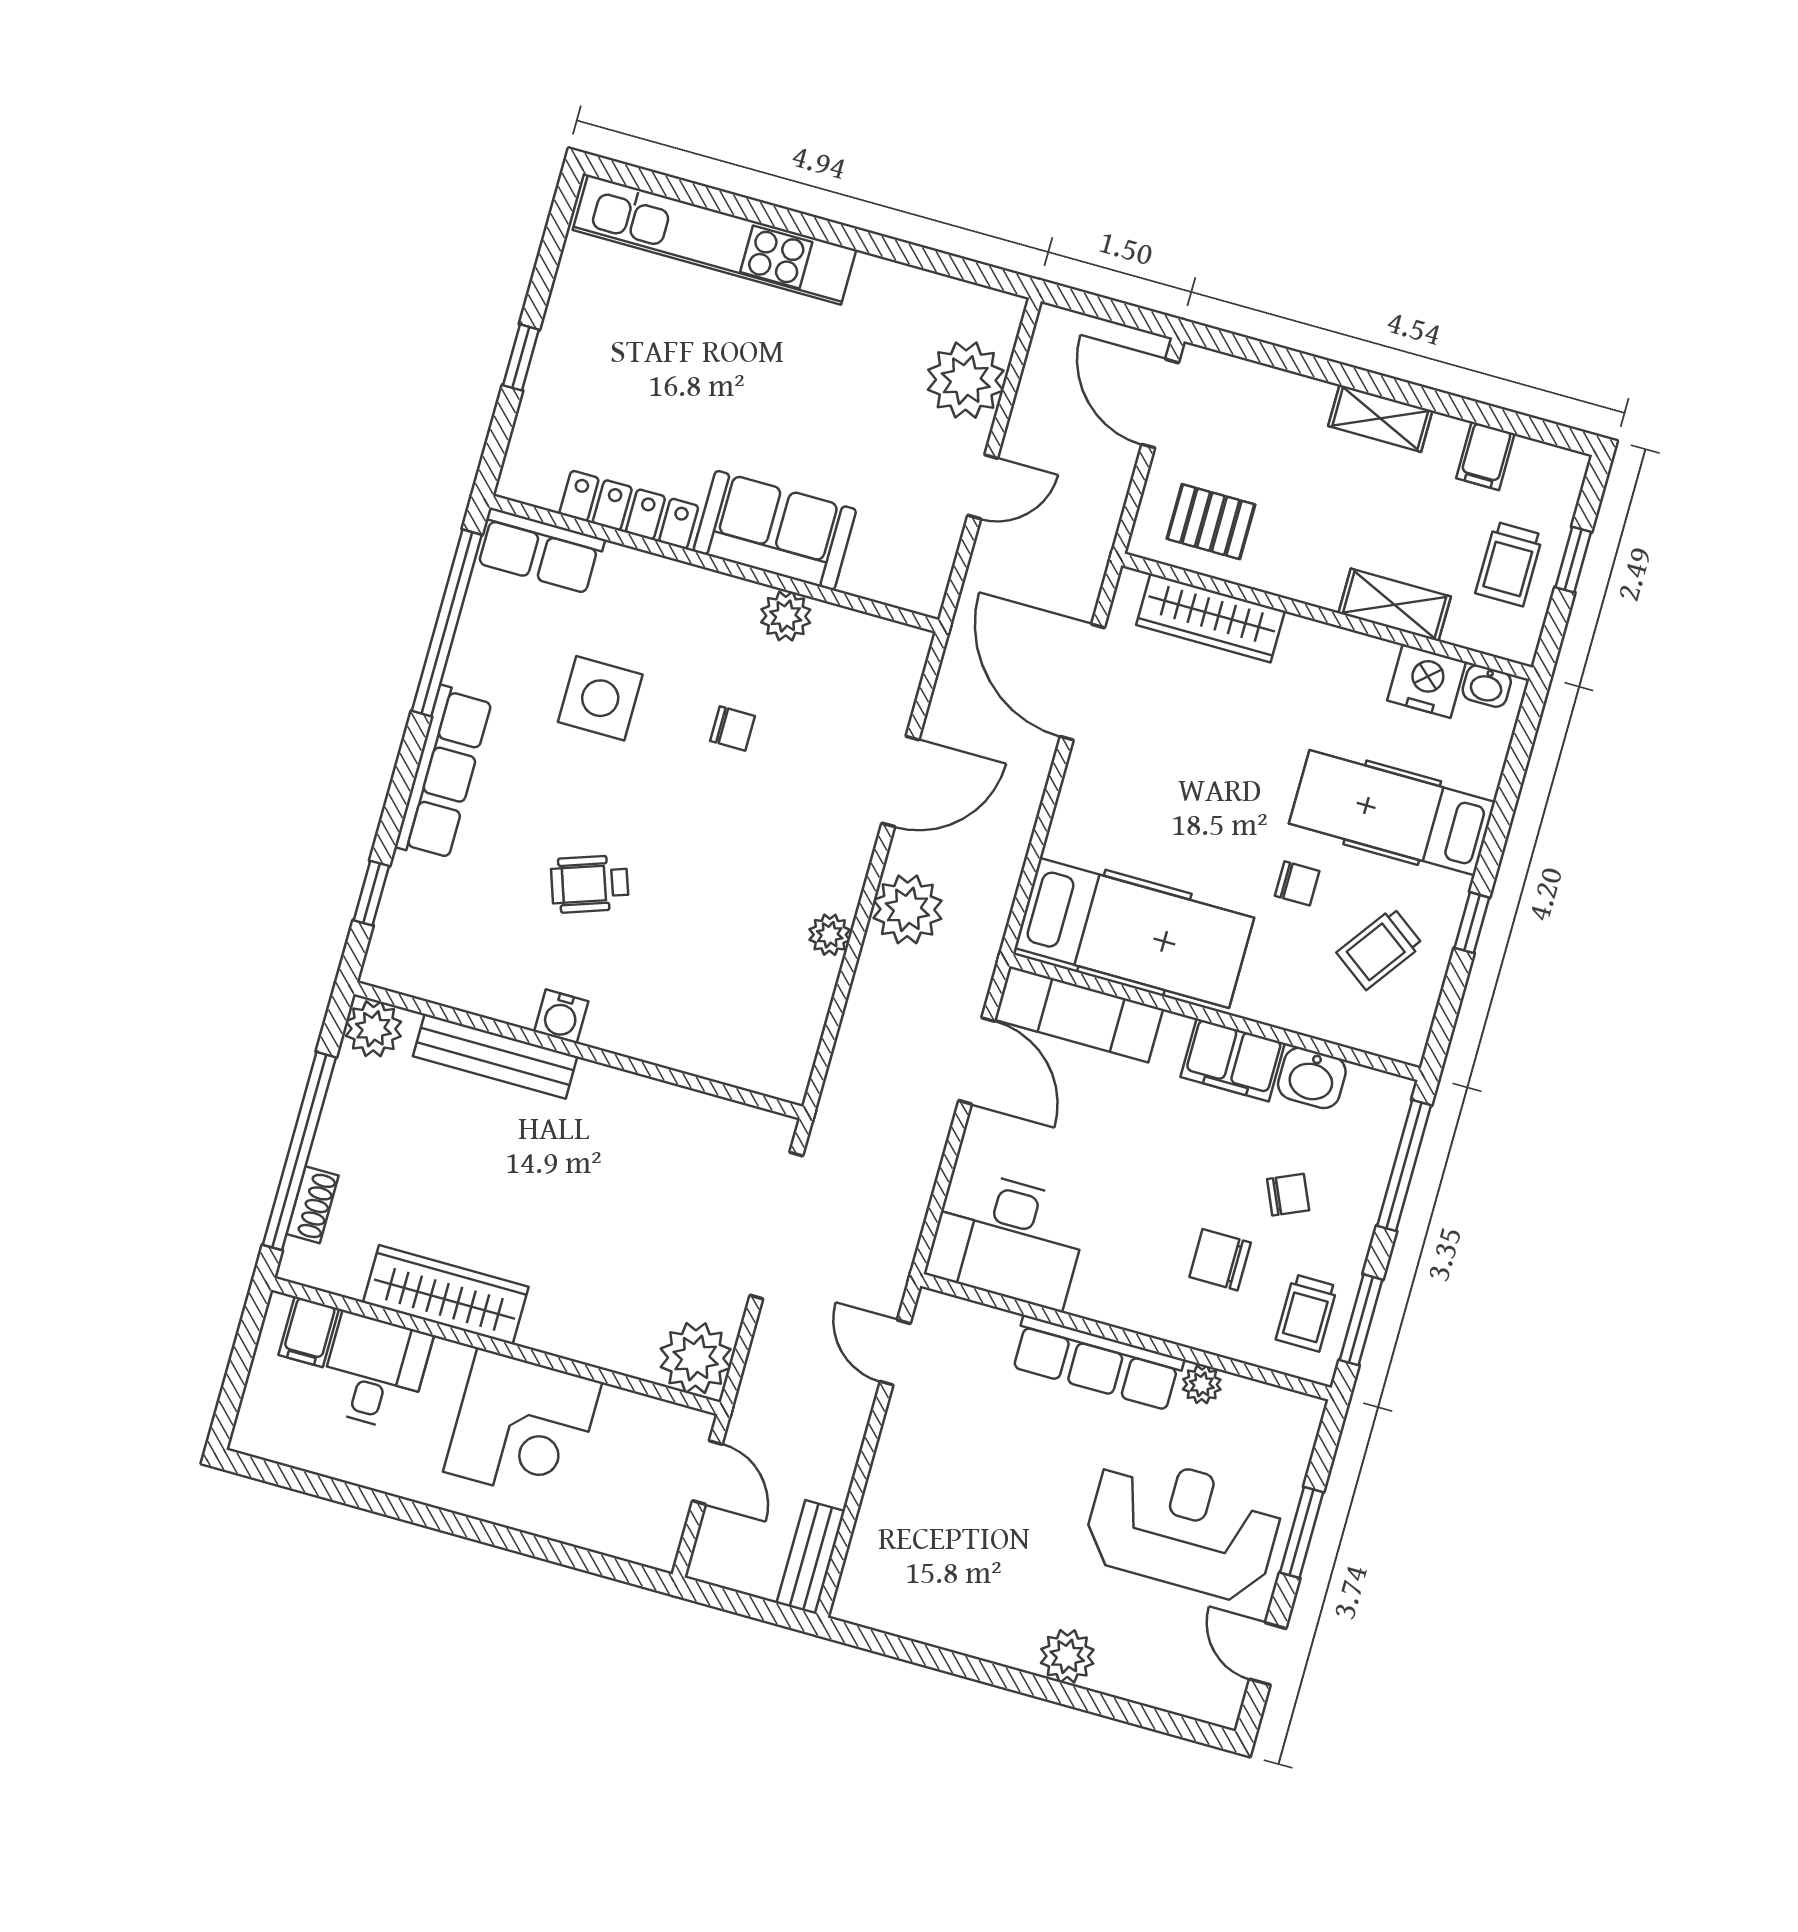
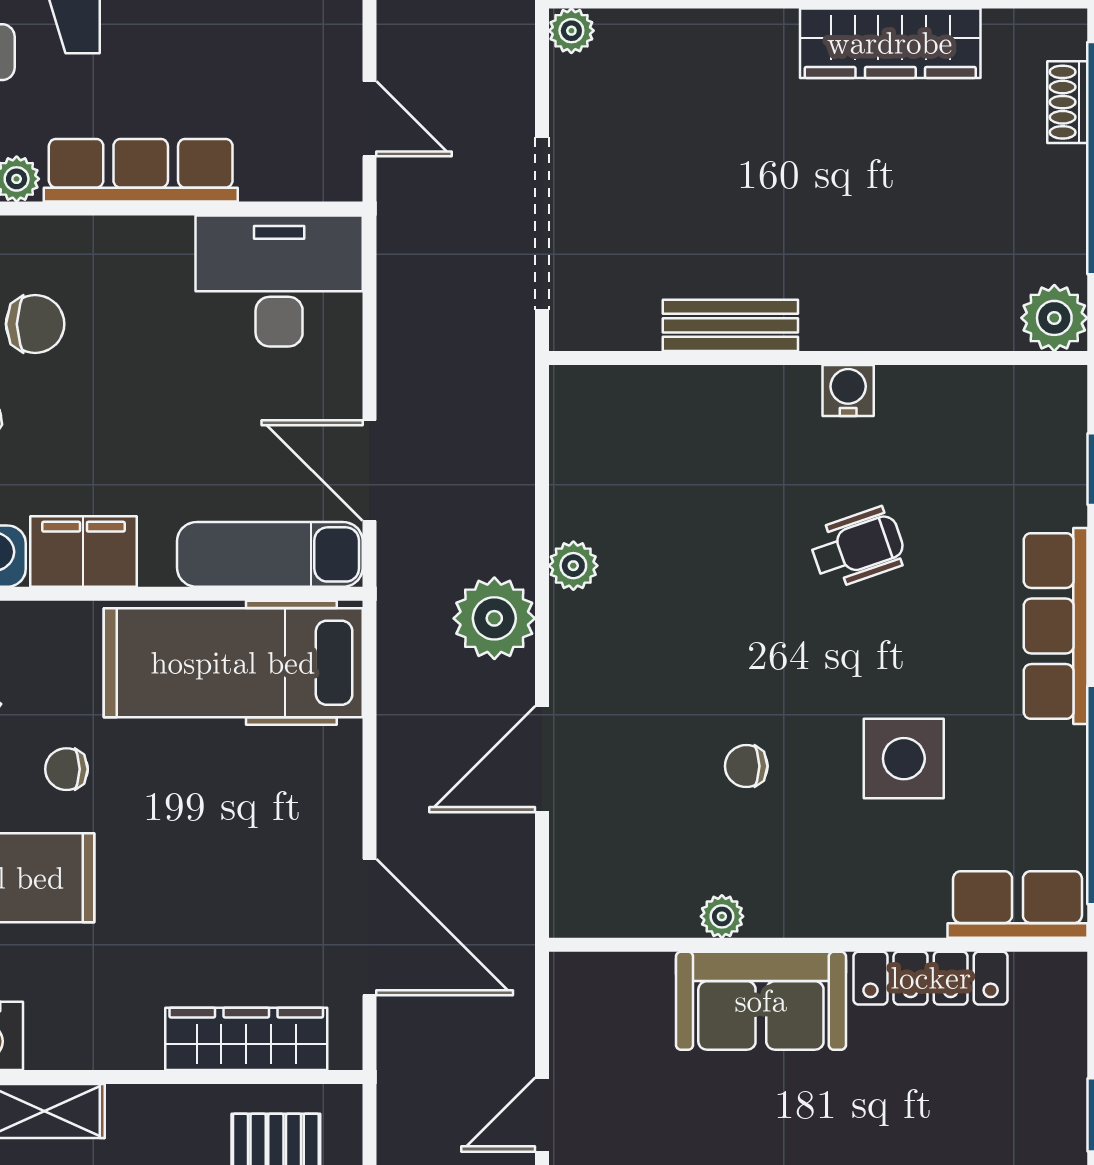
plant: (786, 616) -> (722, 916), width x0.73, depth x0.73
bench: (495, 1056) -> (730, 325), moved, width x0.73
plant: (696, 1358) -> (571, 31), width x0.53, depth x0.53

